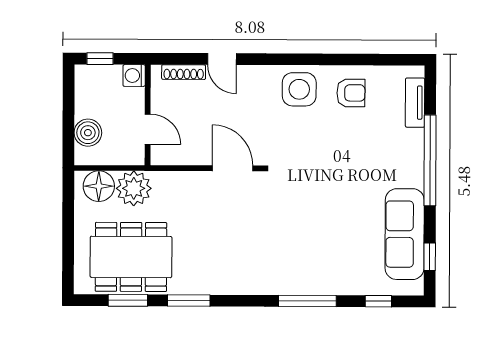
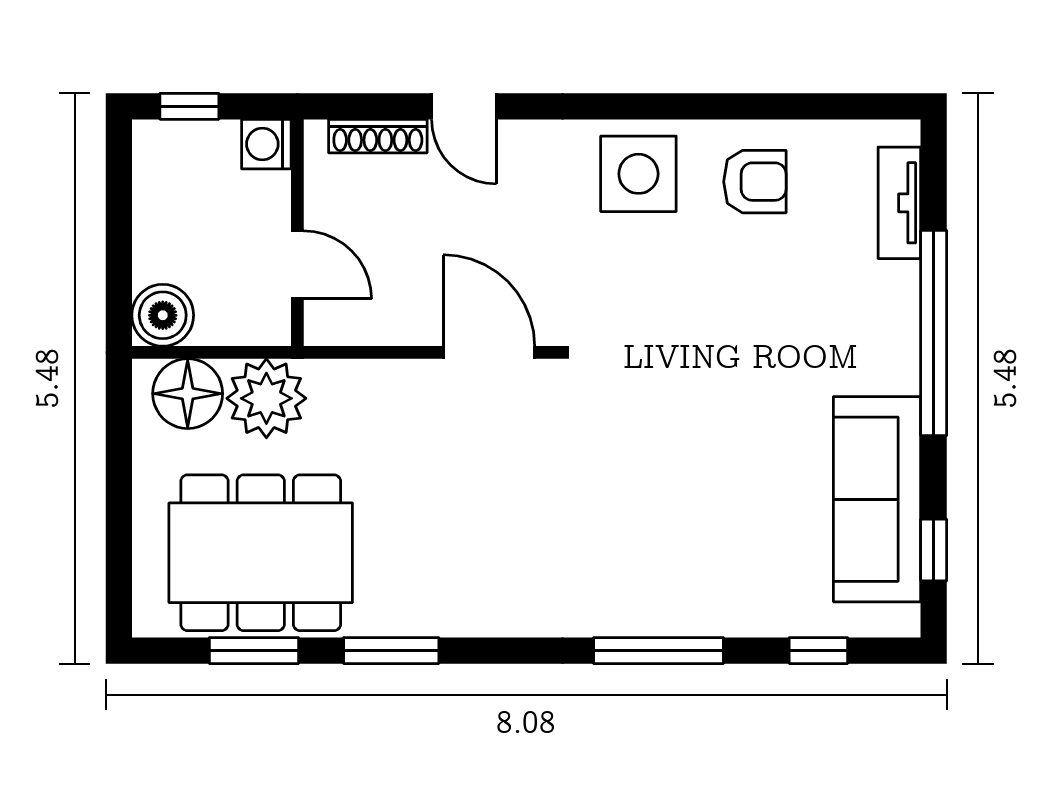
boiler: (88, 133) -> (163, 315), moved

